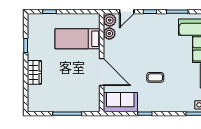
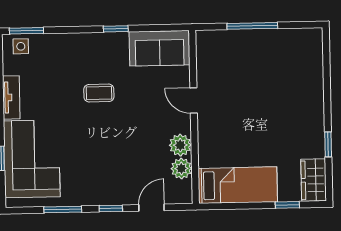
plant: (110, 20) -> (180, 145), moved
bed: (77, 39) -> (238, 185), moved
wardrobe: (34, 72) -> (314, 180), moved
door: (102, 72) -> (194, 100), width x0.53

